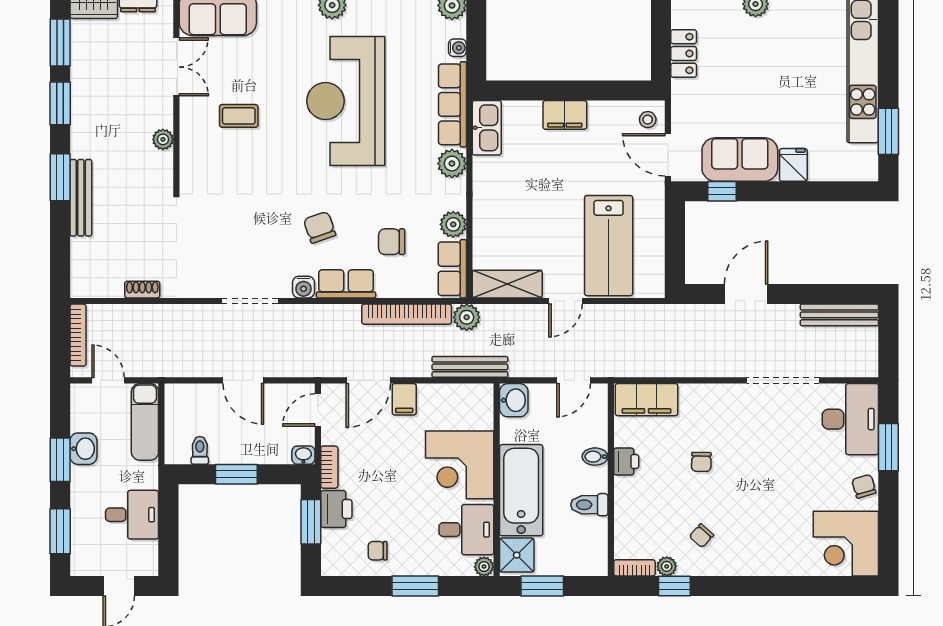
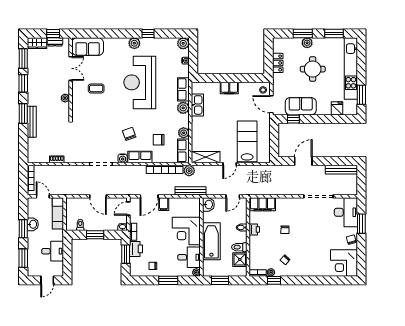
round table: (769, 68) -> (313, 69), added
row of seats: (452, 104) -> (183, 89), width x0.68
kitchen sink: (487, 128) -> (197, 105), moved
fridge: (793, 165) -> (337, 108), moved
lab bench: (609, 246) -> (247, 141), turned 180
shower: (517, 555) -> (240, 260), moved

